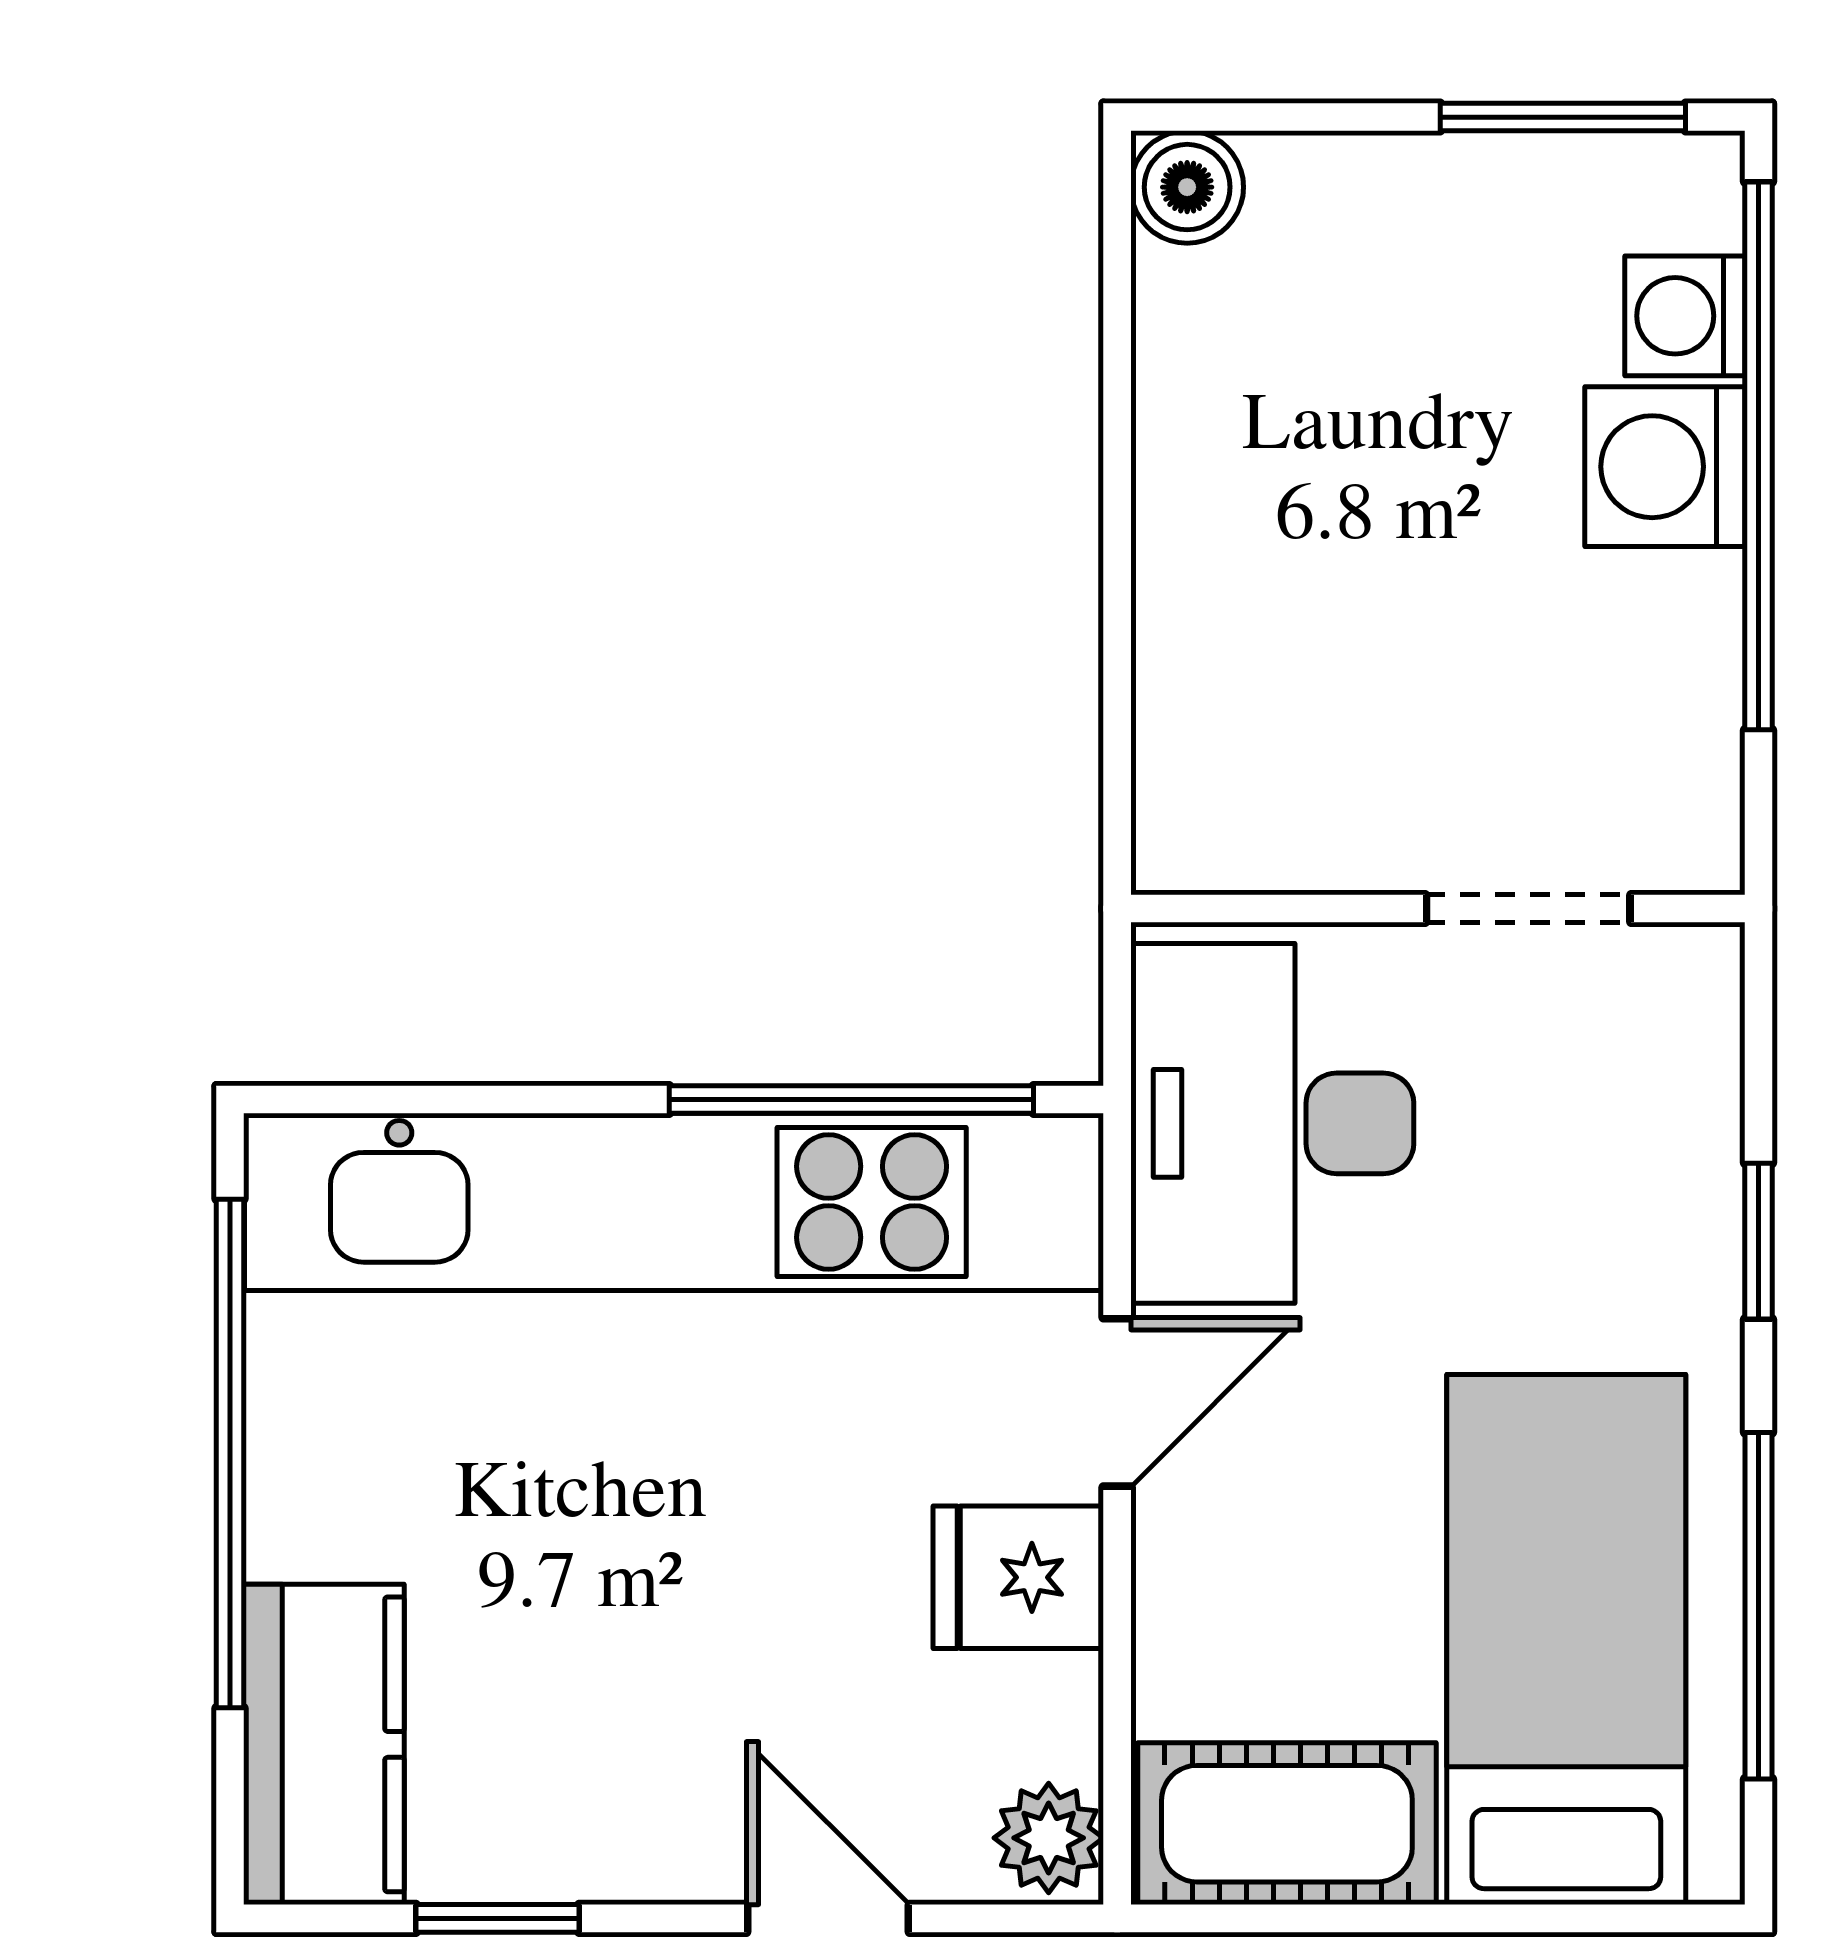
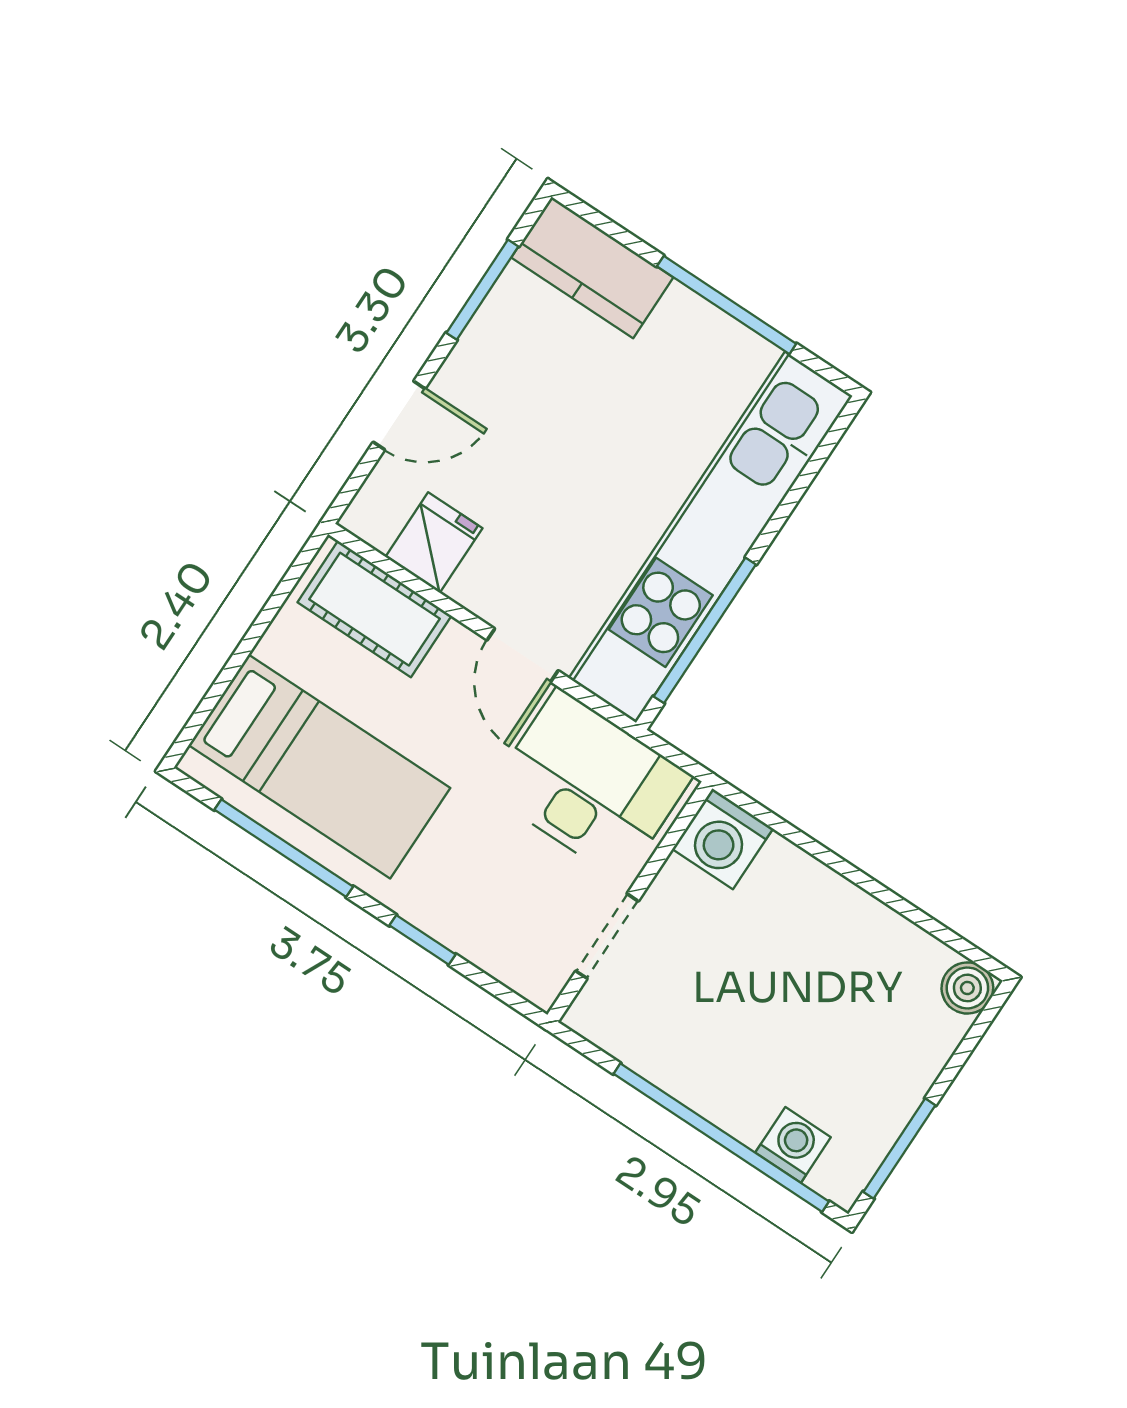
washing machine: (1665, 467) -> (723, 839), moved, turned 180
window: (230, 1454) -> (727, 305), width x0.68
fridge: (1018, 1577) -> (434, 543), moved
cot: (1287, 1824) -> (374, 609), moved, turned 90
plant: (1049, 1838) -> (374, 520), removed
window: (497, 1918) -> (482, 290), width x1.50

